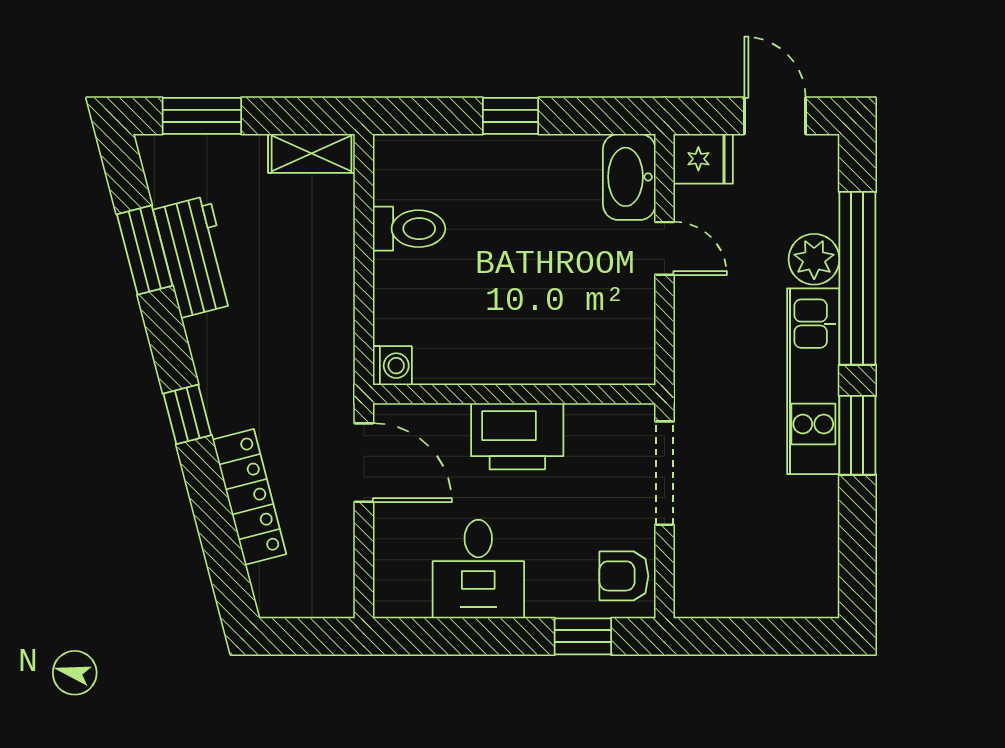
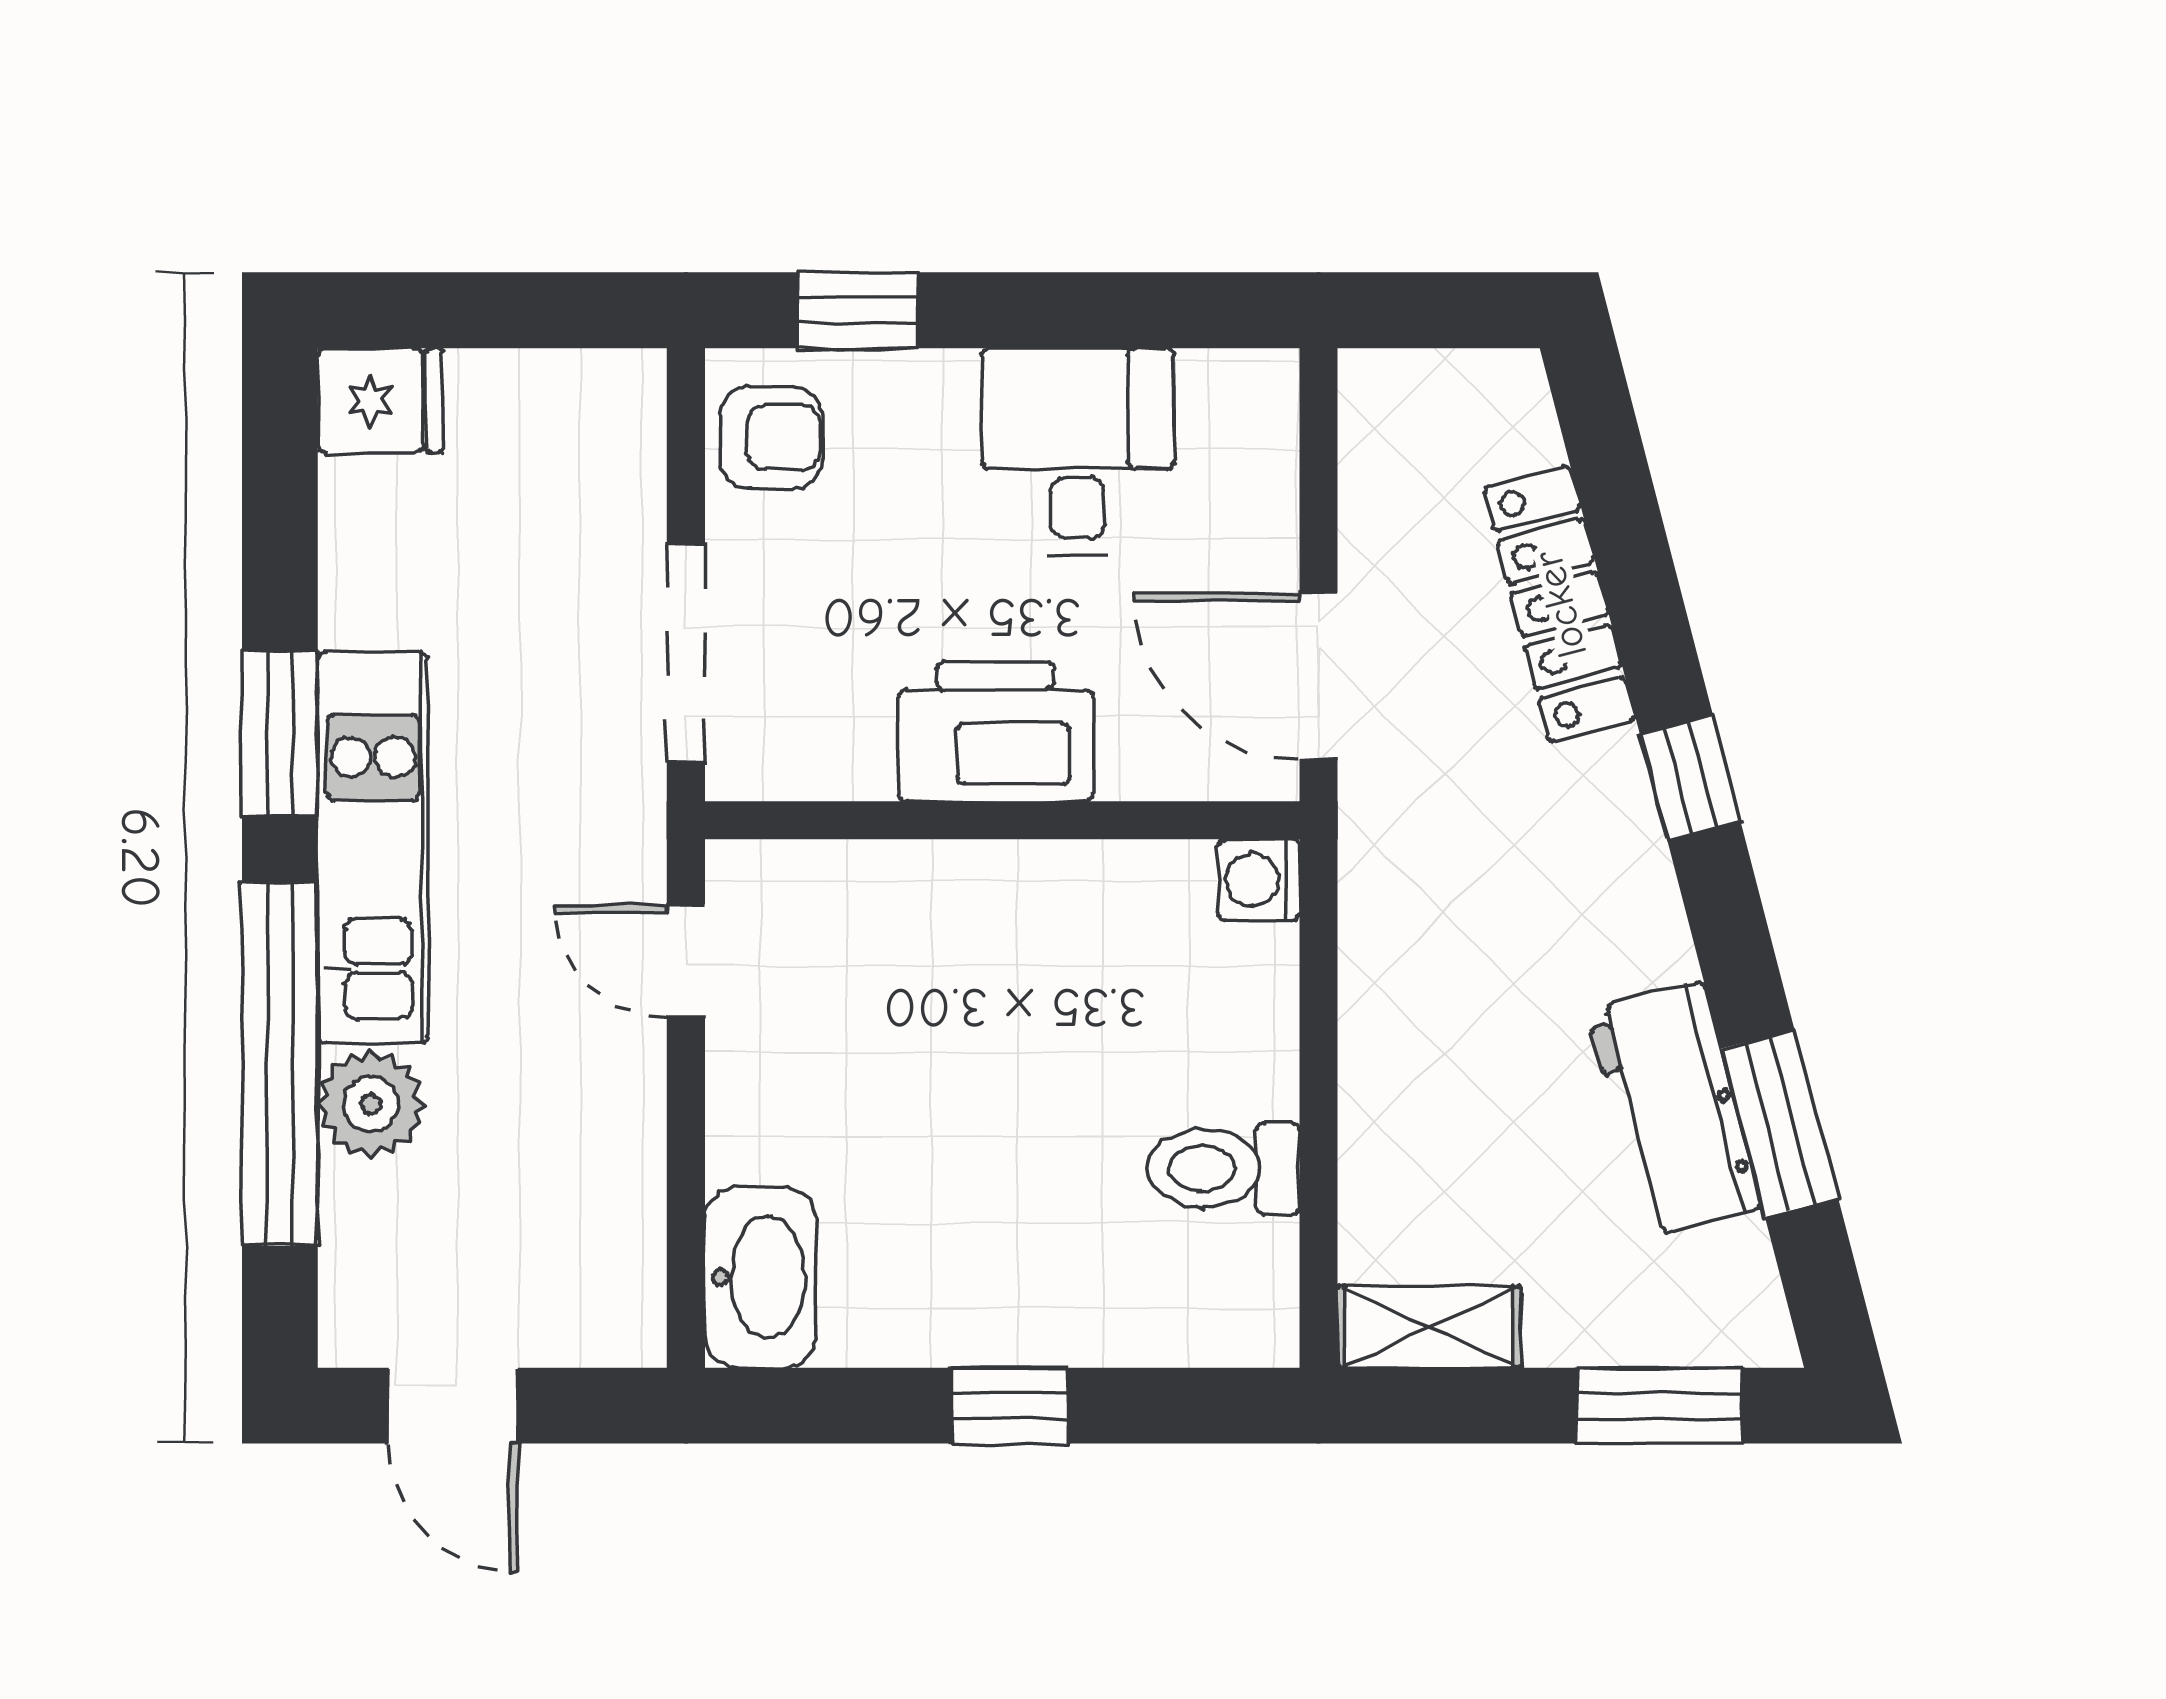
fridge: (703, 159) -> (380, 400), moved, turned 180
door: (664, 248) -> (686, 961), moved

